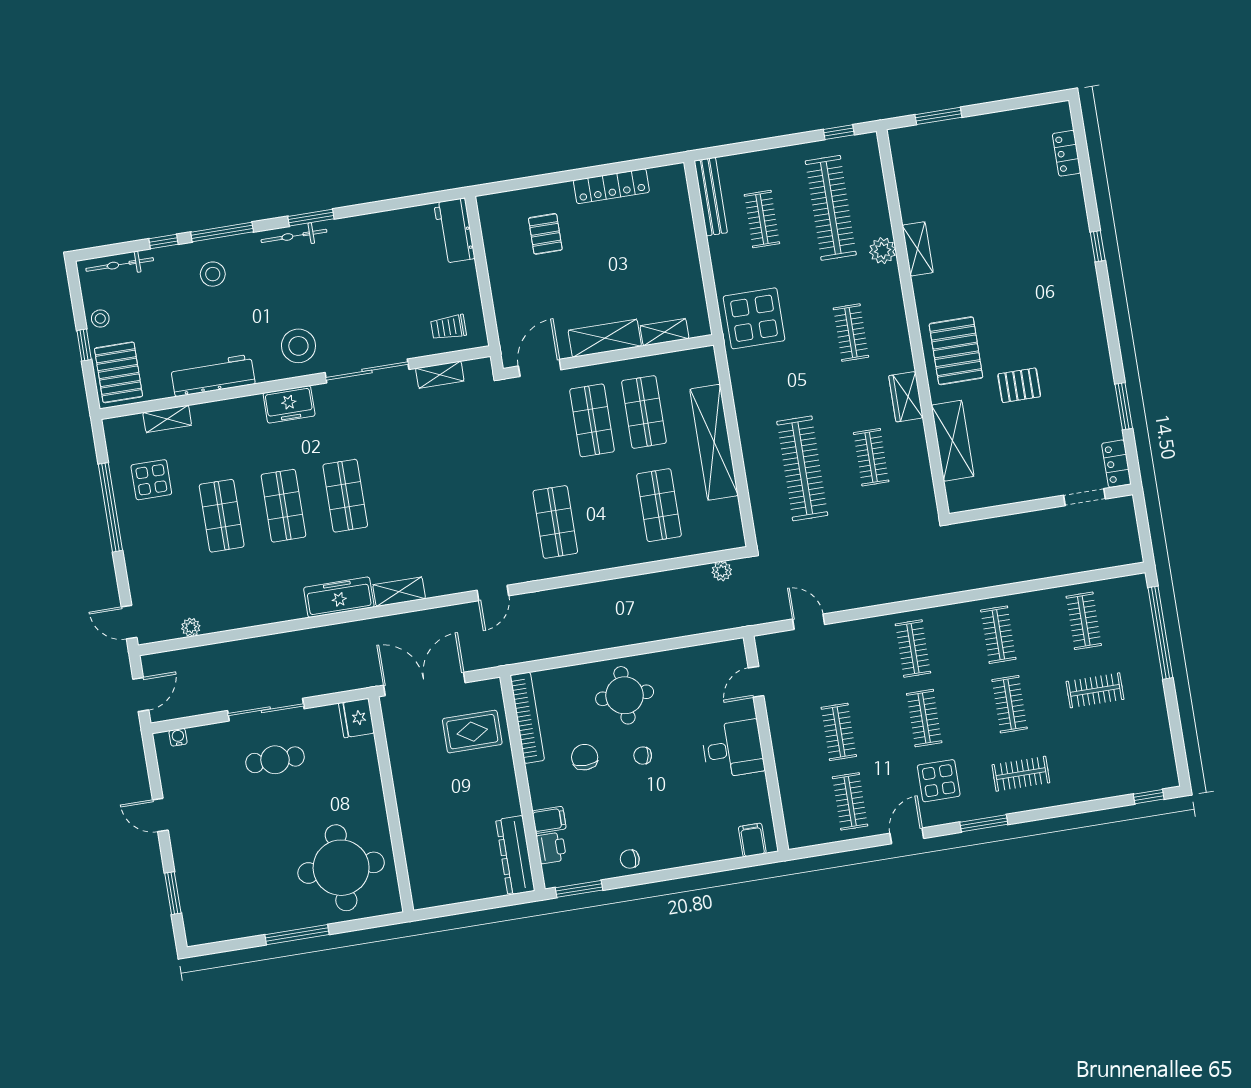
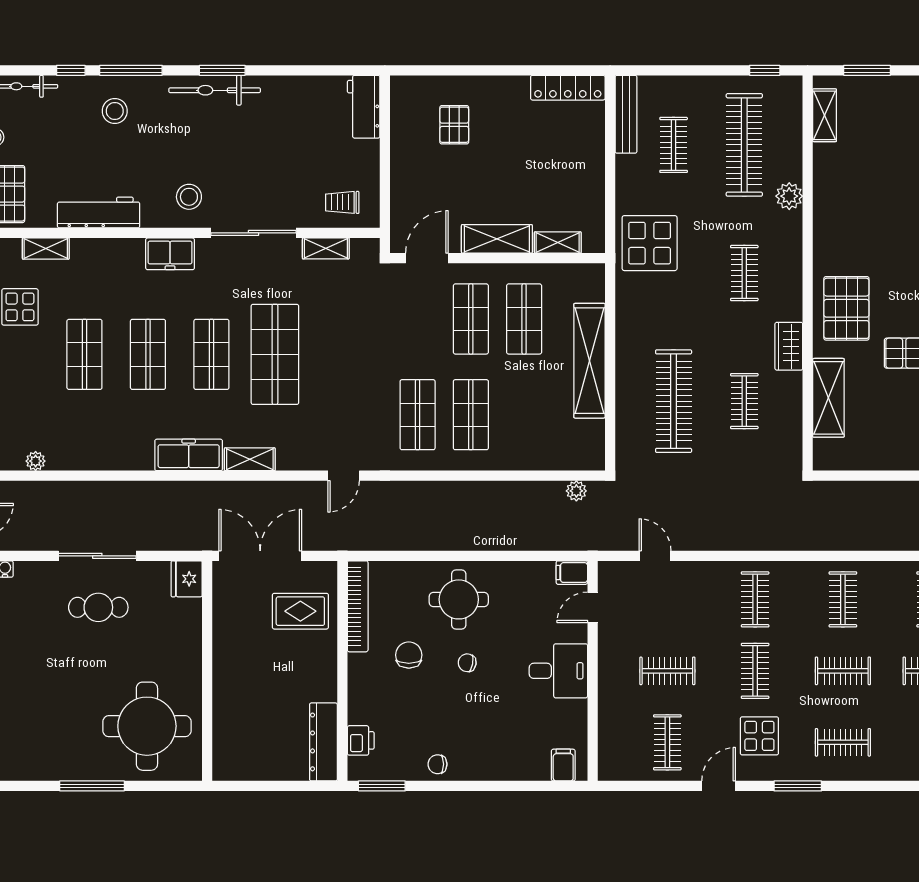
locker: (611, 186) -> (568, 88), moved
bicycle: (294, 236) -> (215, 90), width x1.37, depth x1.40
shelving: (918, 249) -> (825, 115), moved
stool: (298, 346) -> (189, 197), width x0.73, depth x0.73
shop shelf: (407, 486) -> (275, 354), added
shop shelf: (659, 505) -> (471, 415), moved
clothes rail: (1010, 704) -> (843, 671), turned 90
clothes rail: (839, 732) -> (667, 671), turned 90
filing cabinet: (549, 820) -> (572, 573), moved, turned 180

